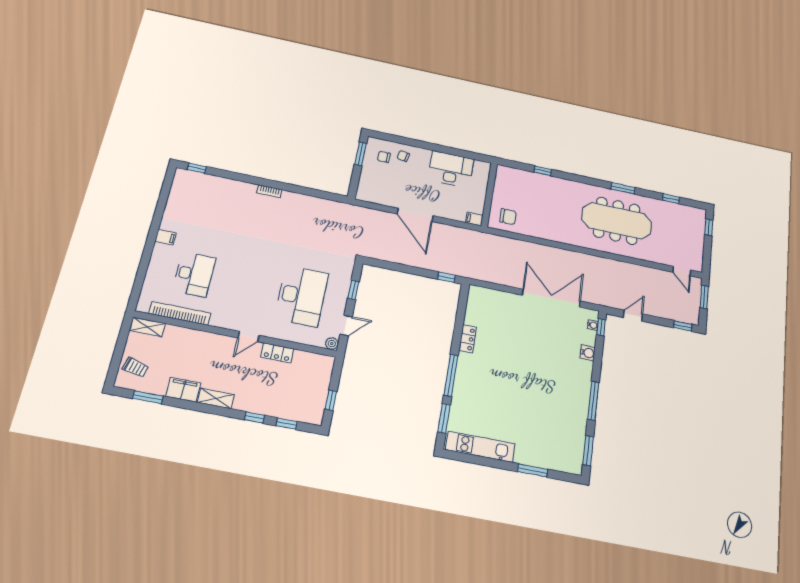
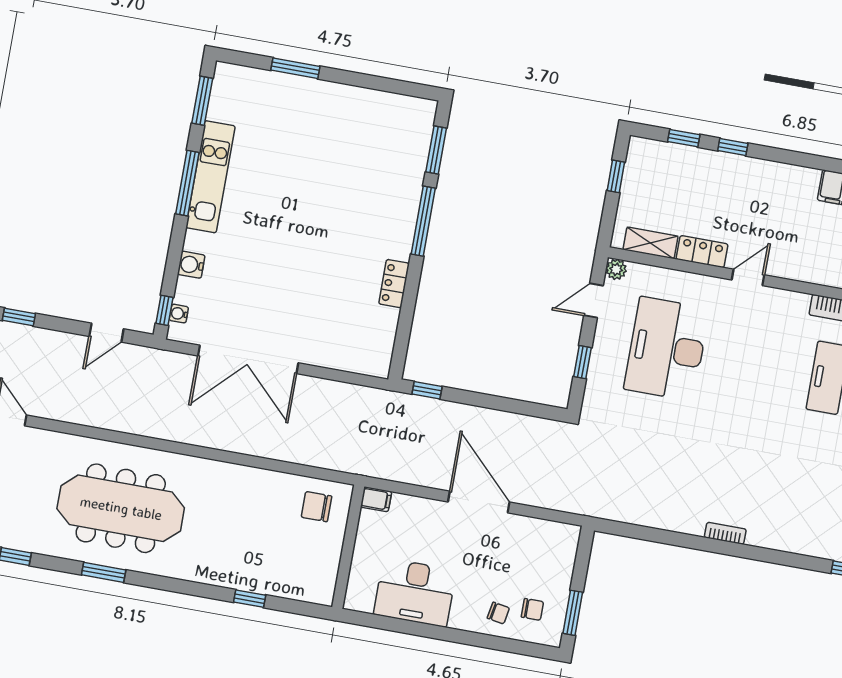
shelving: (216, 398) -> (651, 243), moved
kitchen unit: (480, 447) -> (210, 177), moved, turned -90

